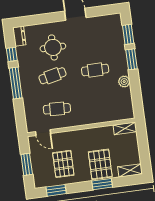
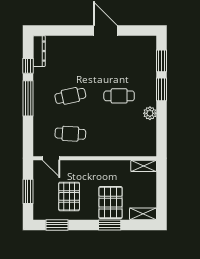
dresser: (19, 36) -> (39, 51), width x1.44
round table: (53, 47) -> (75, 64), removed

